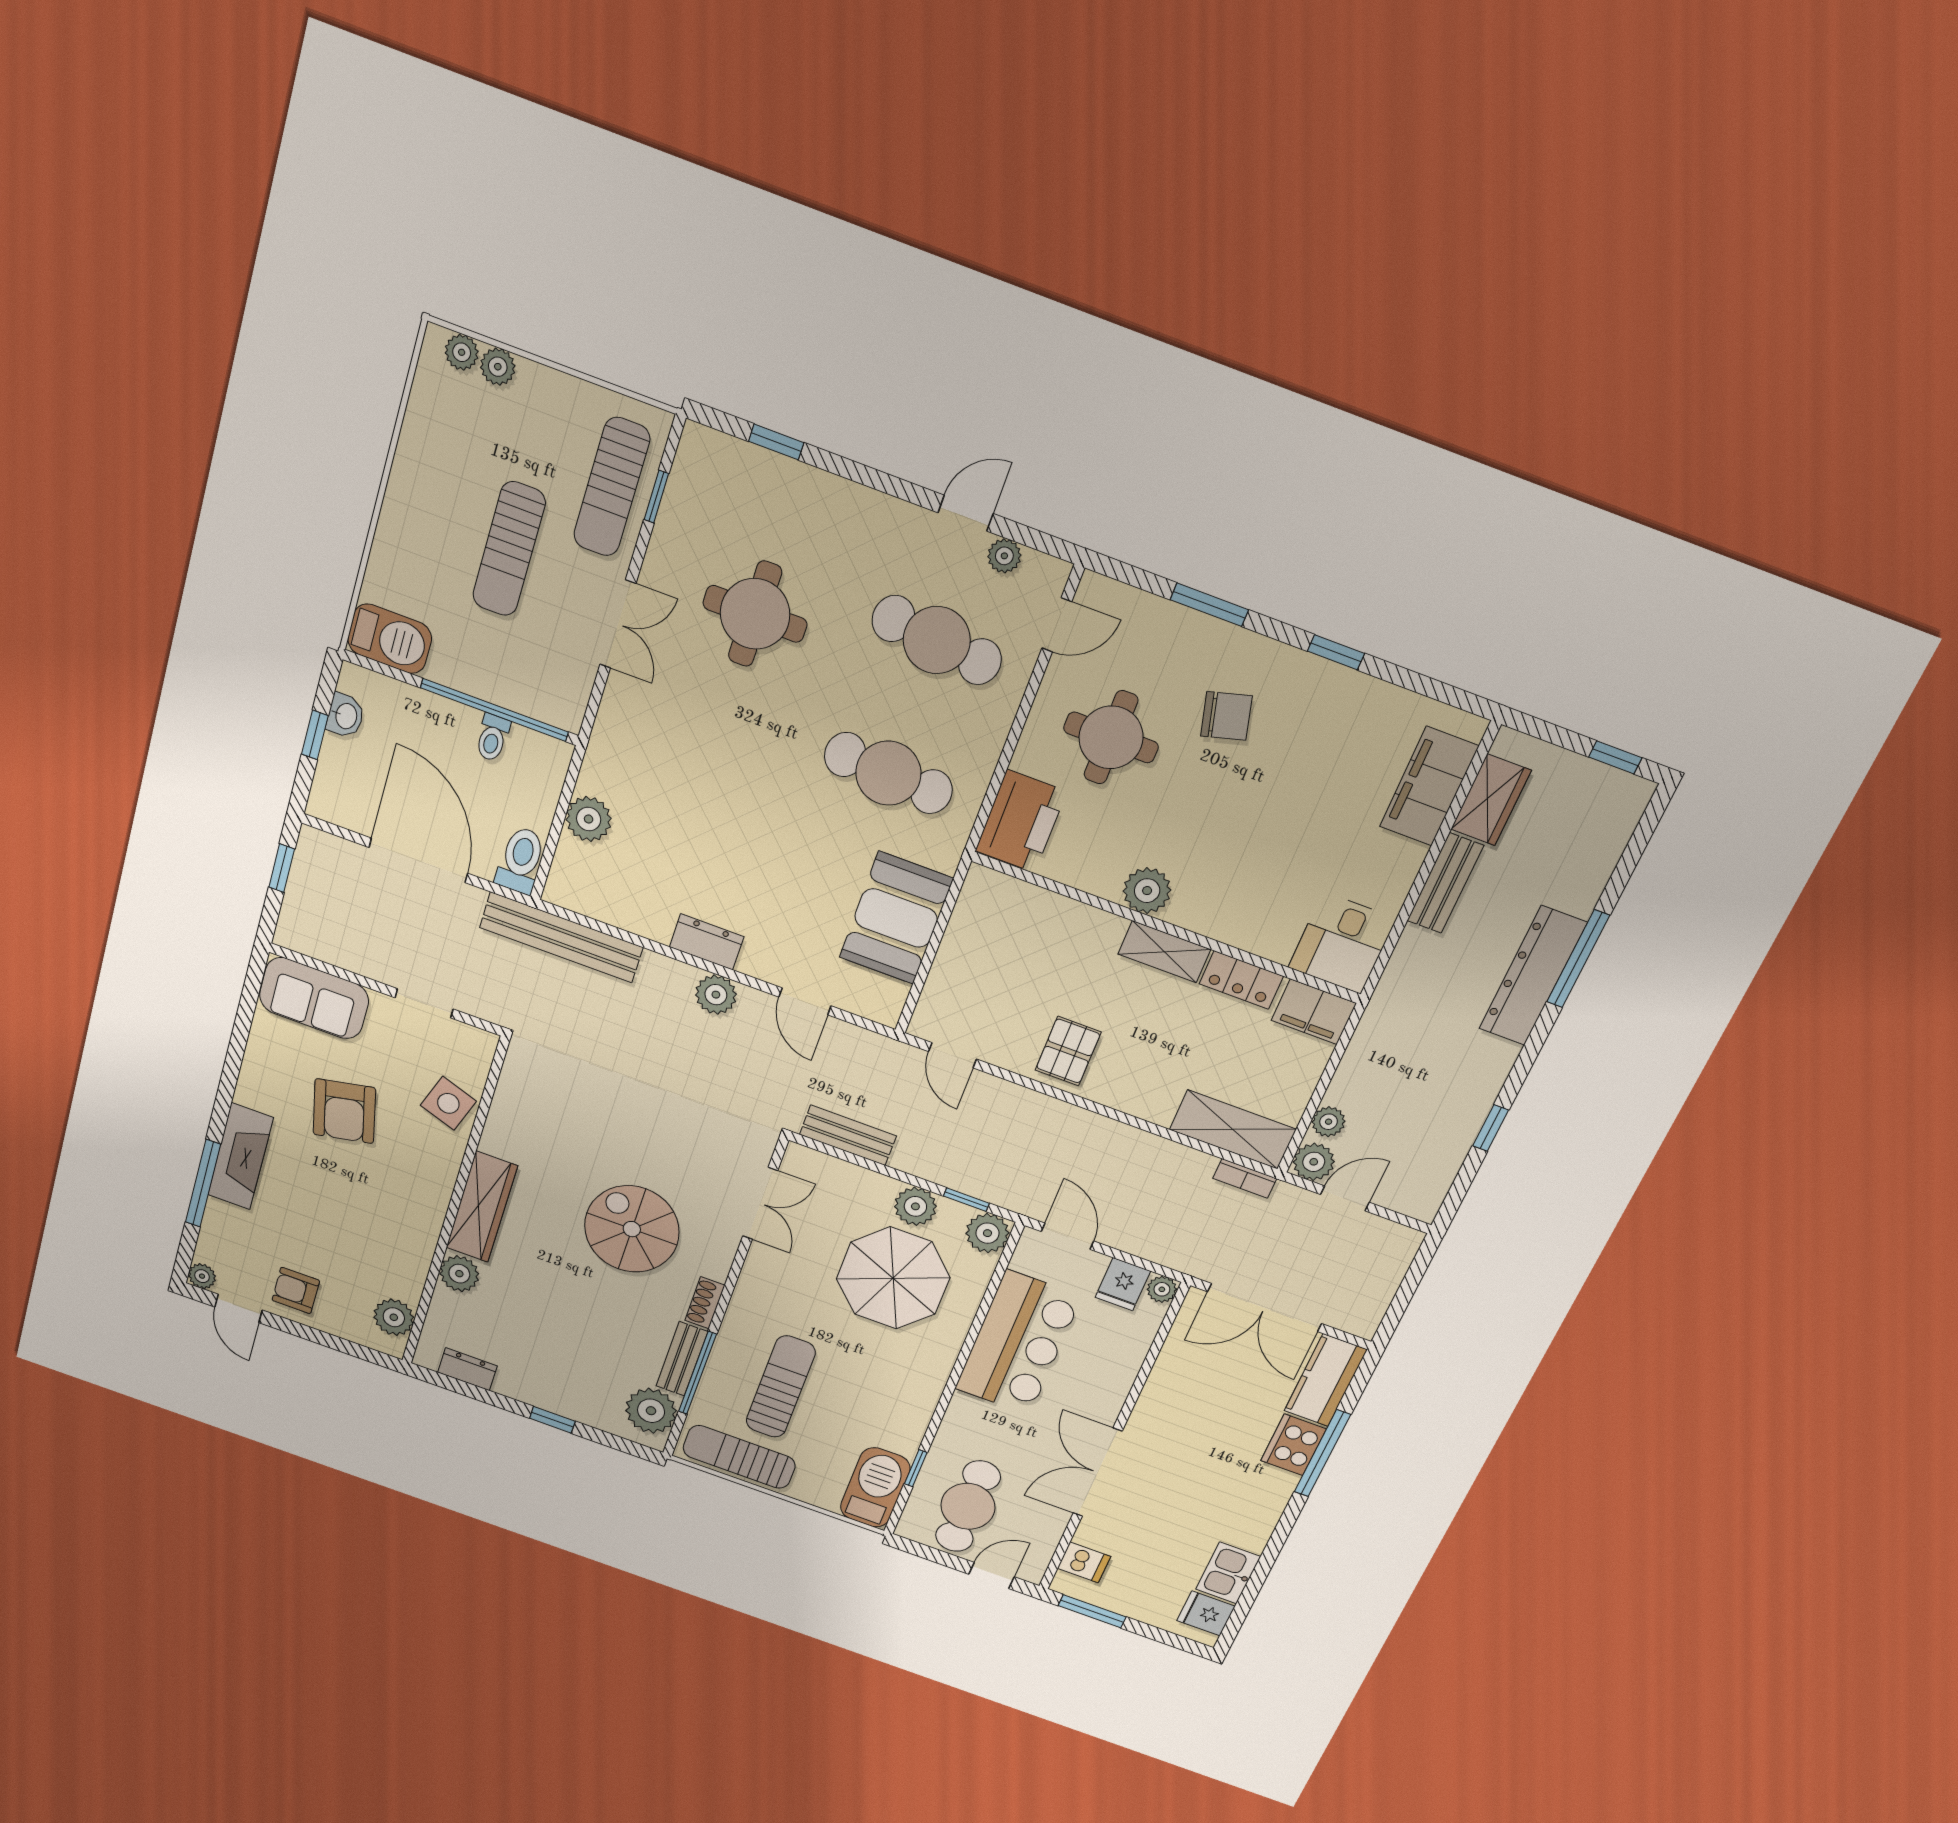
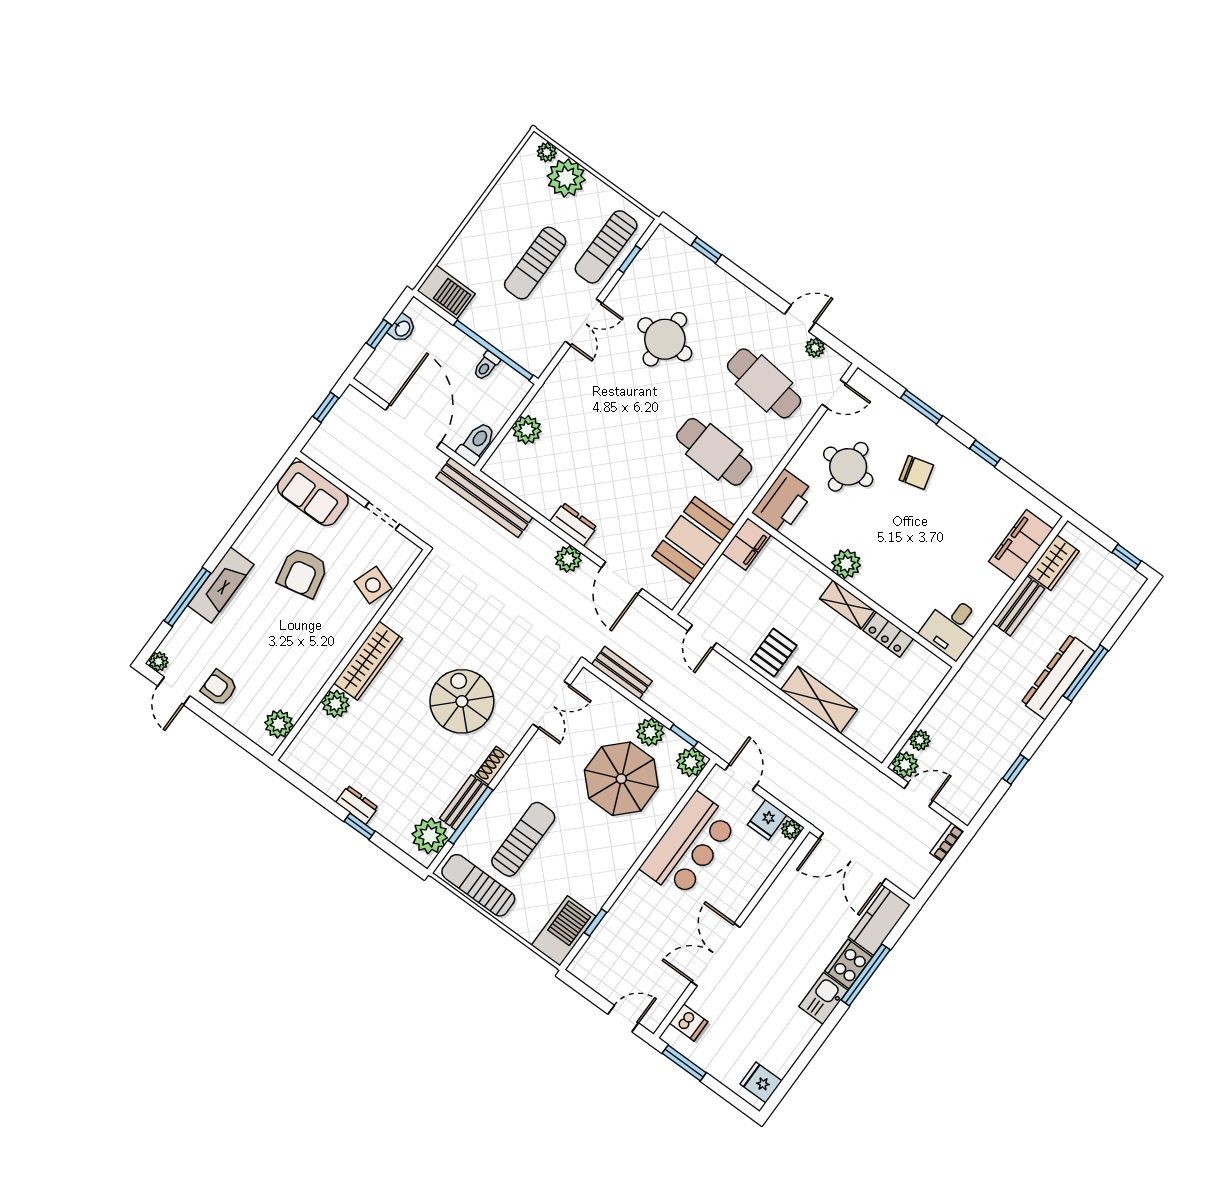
plant: (498, 367) -> (566, 178), width x1.88, depth x1.88
door: (805, 1001) -> (622, 578), width x1.38
filing cabinet: (1314, 1012) -> (747, 544), moved, turned -90
shelving: (1233, 1129) -> (819, 700), moved
bookcase: (1245, 1178) -> (947, 842), moved, turned 90
dresser: (467, 1369) -> (357, 805), moved
cafe table: (968, 1506) -> (622, 960), removed
kitchen sink: (1228, 1573) -> (823, 998), moved

